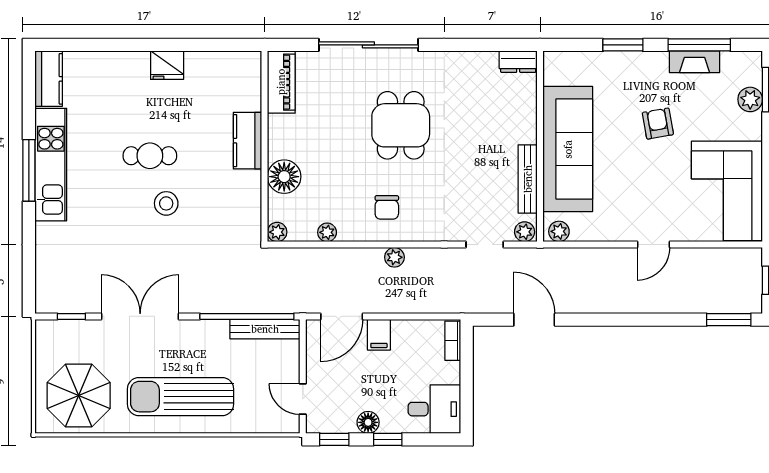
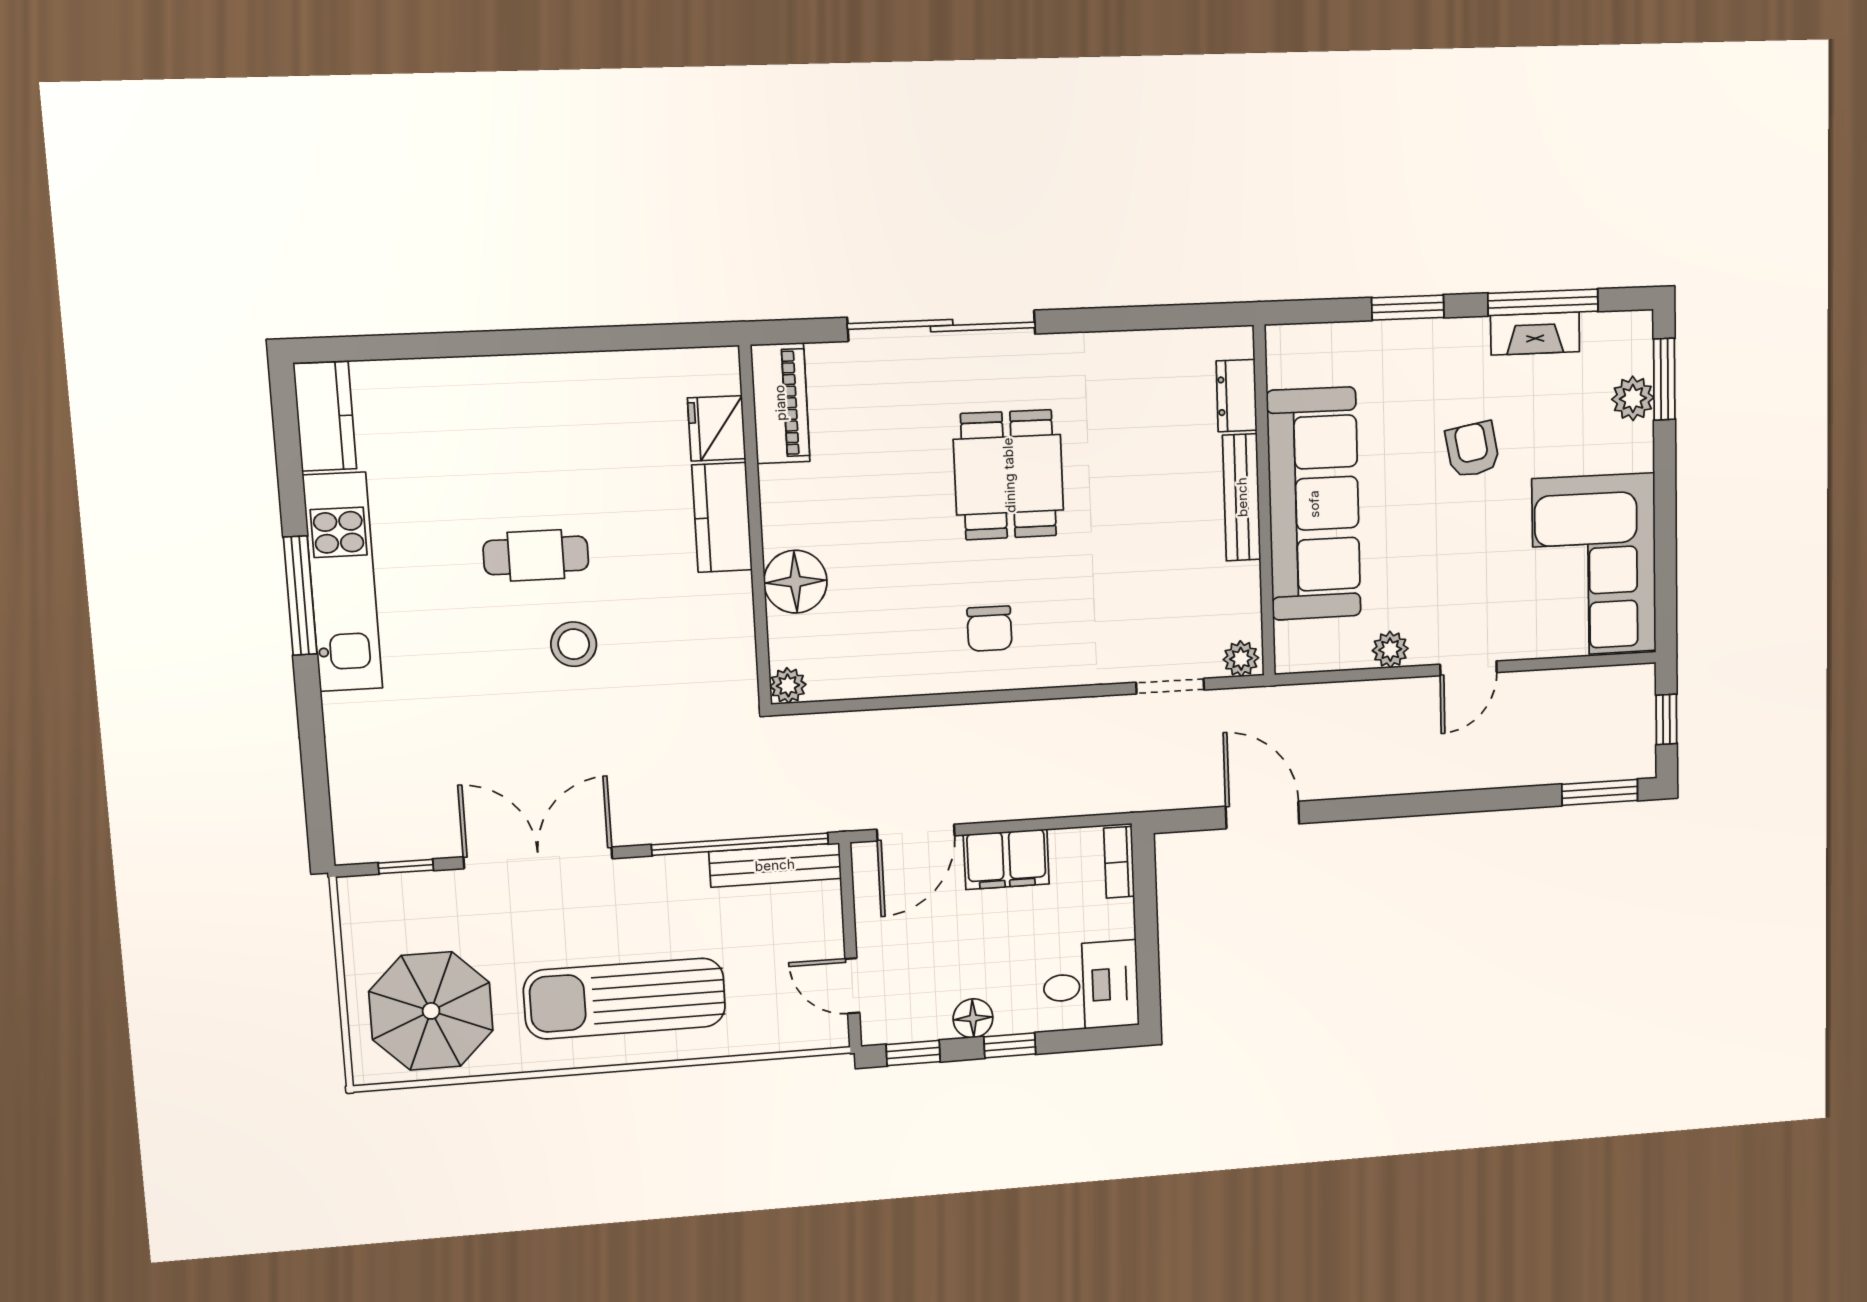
dresser: (518, 62) -> (1237, 396), moved, turned 90
fridge: (167, 65) -> (717, 428), moved, turned 90
bench: (528, 179) -> (1242, 497), moved
plant: (559, 231) -> (1390, 650), moved
plant: (327, 232) -> (881, 681), removed
plant: (394, 257) -> (1008, 719), removed
filing cabinet: (379, 335) -> (1006, 859), width x2.00

